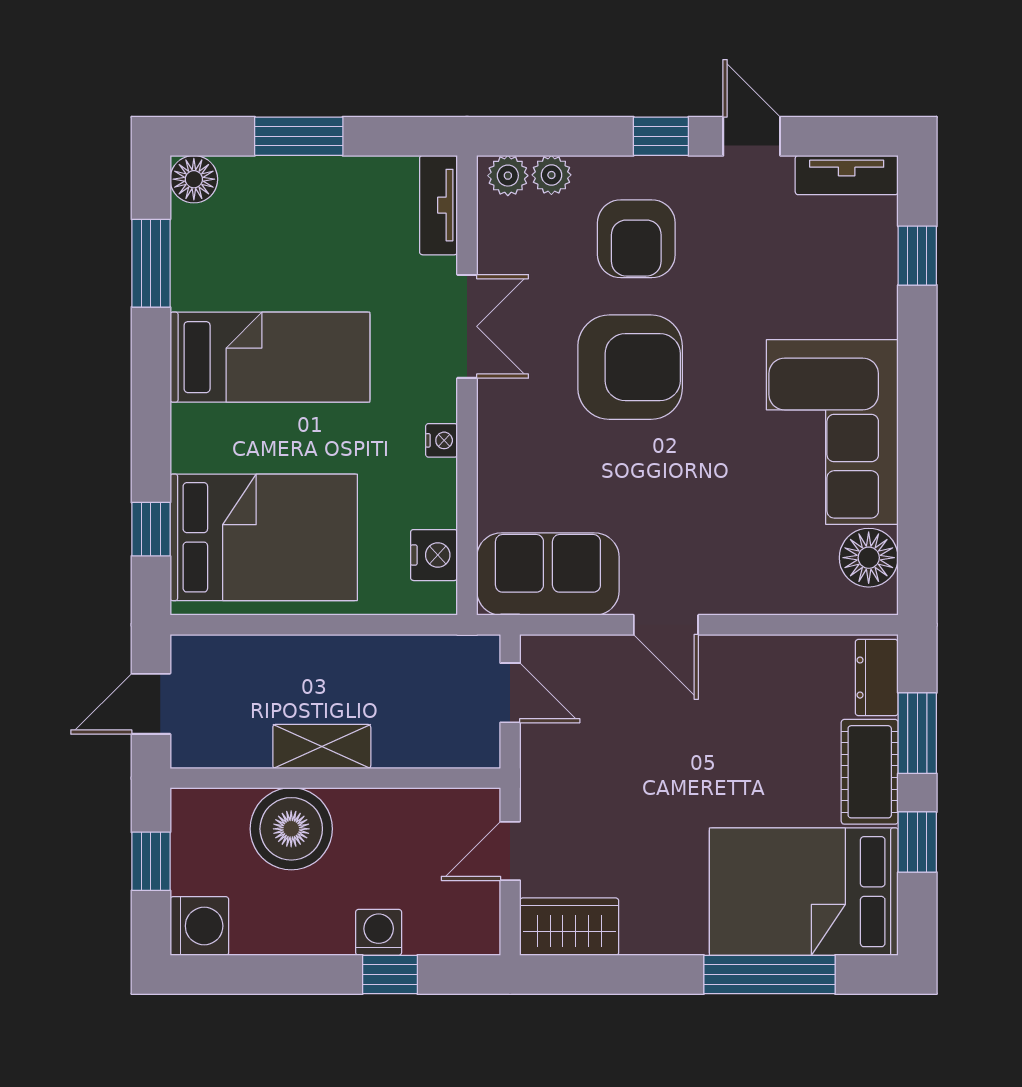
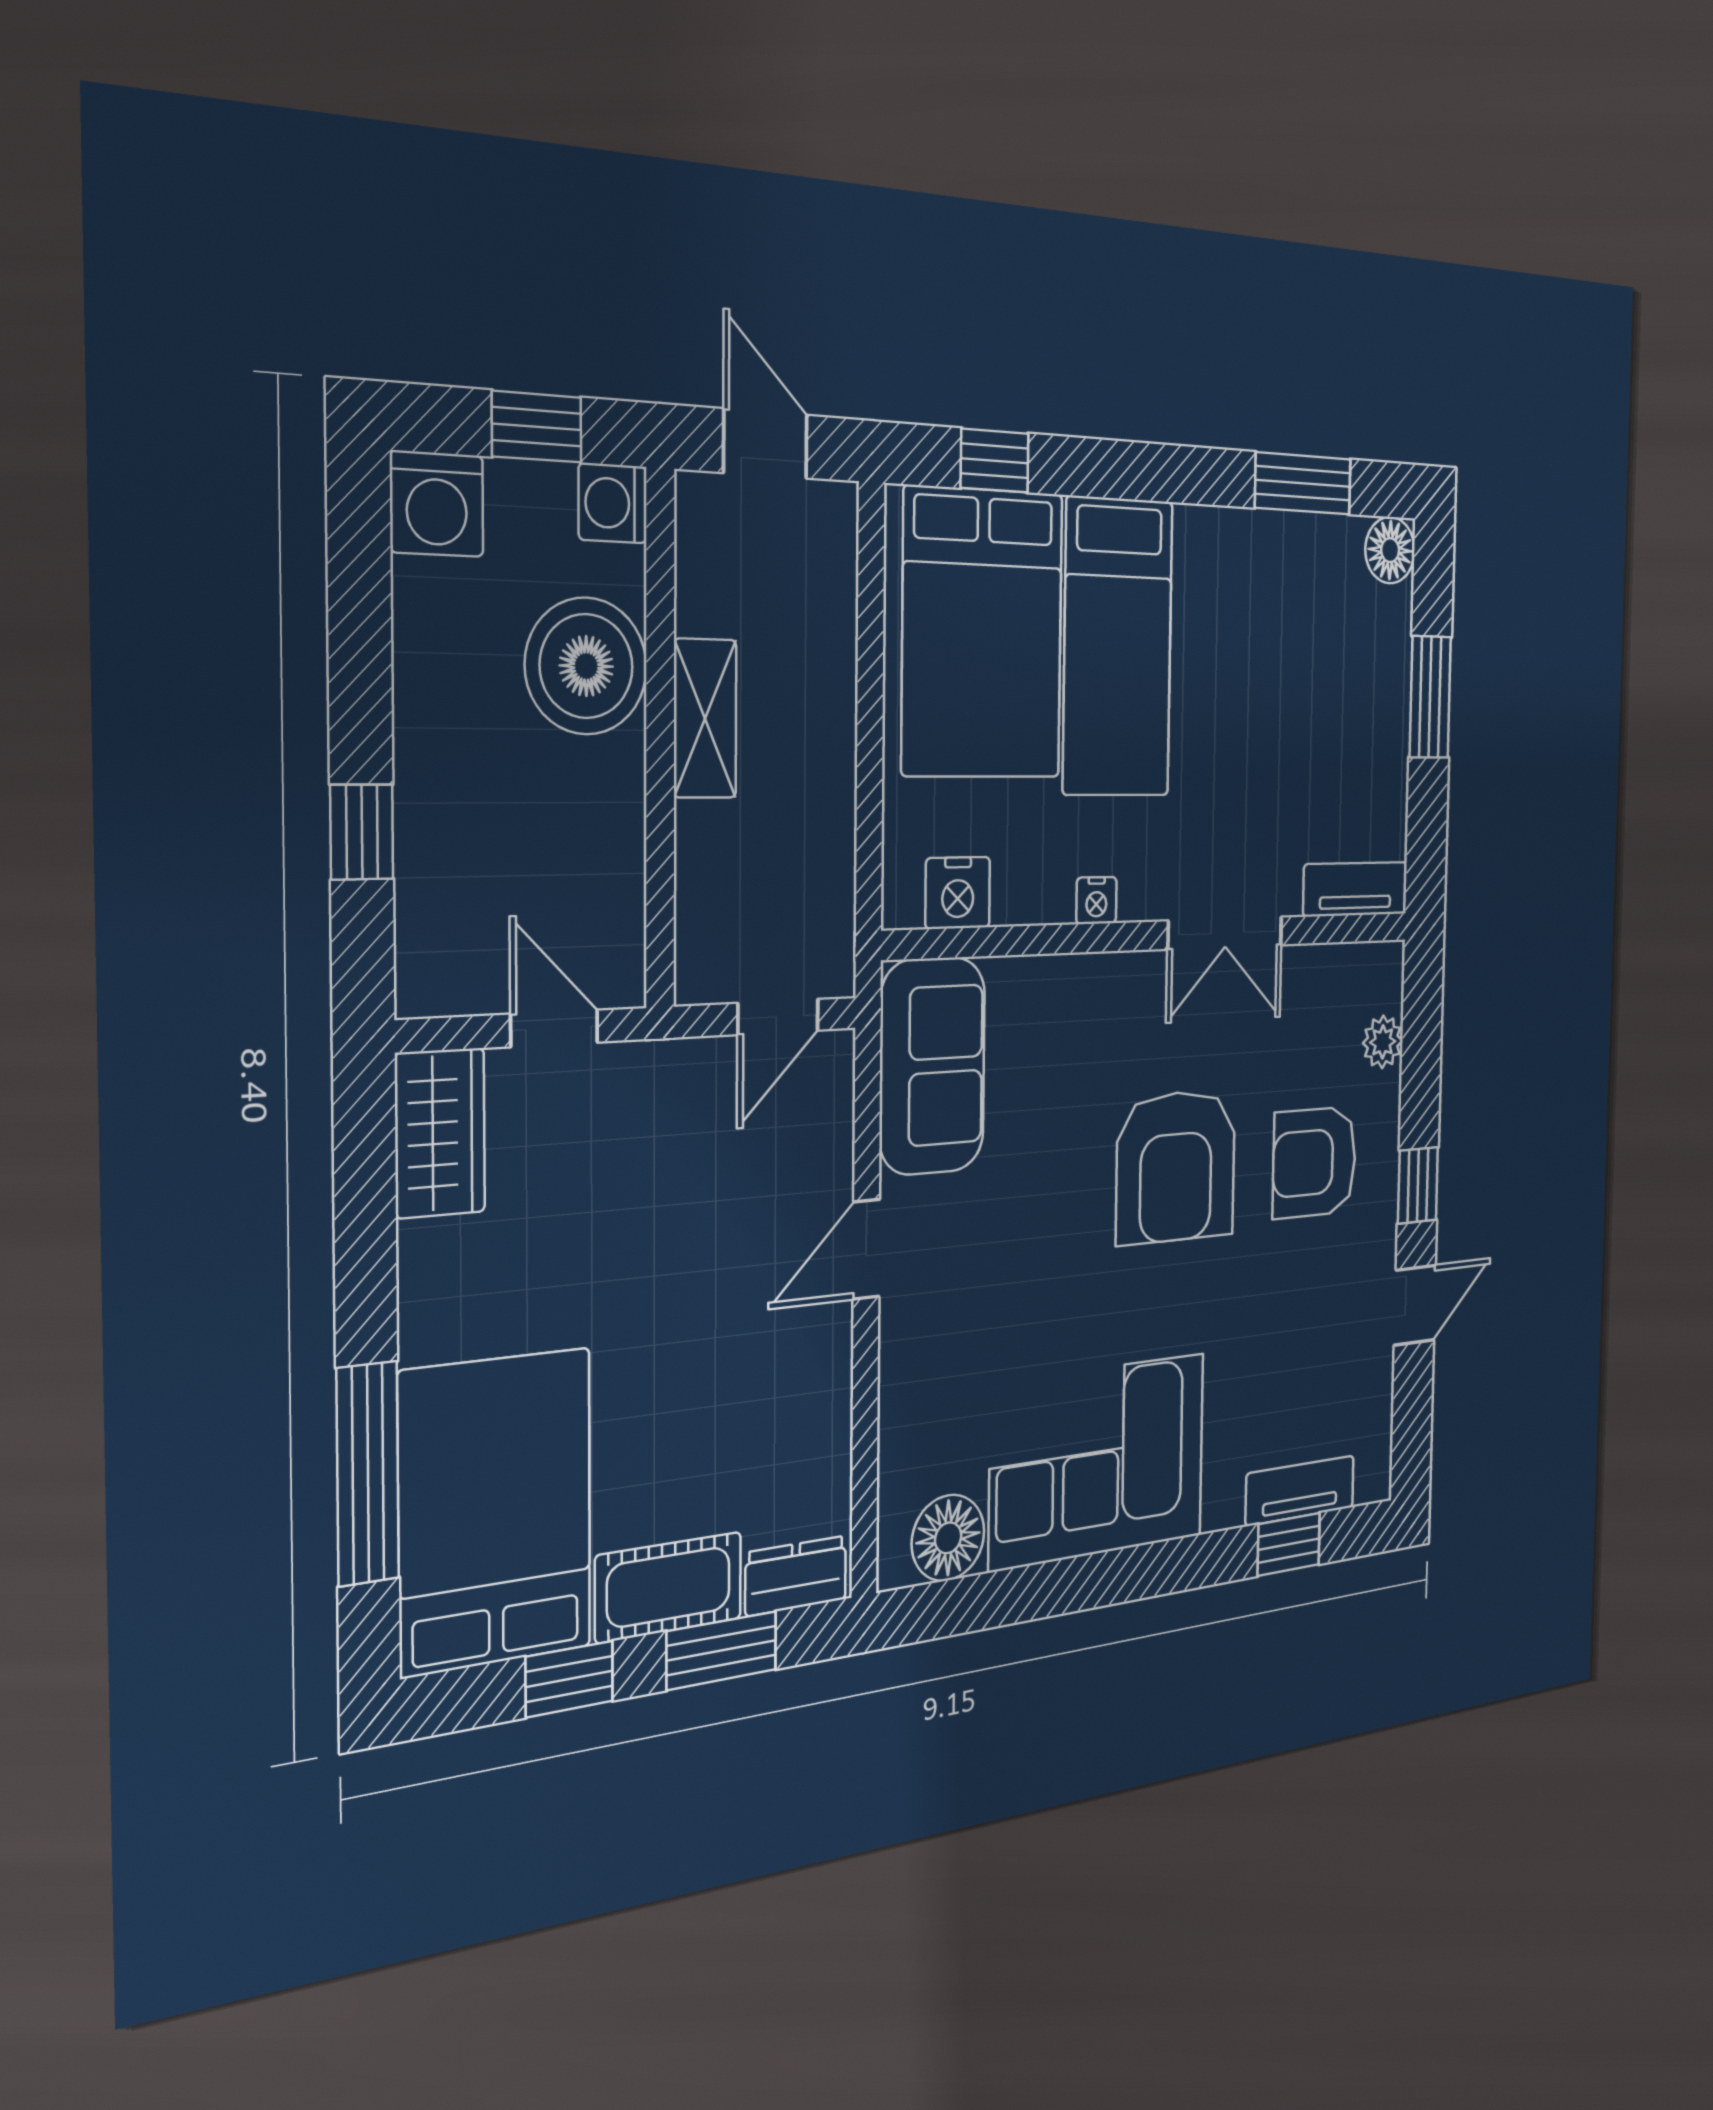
tv unit: (847, 175) -> (1300, 1491), moved, turned 90
plant: (508, 176) -> (1383, 983), removed
bed: (270, 357) -> (1118, 648), moved
washing machine: (379, 932) -> (613, 503), moved, turned 180

